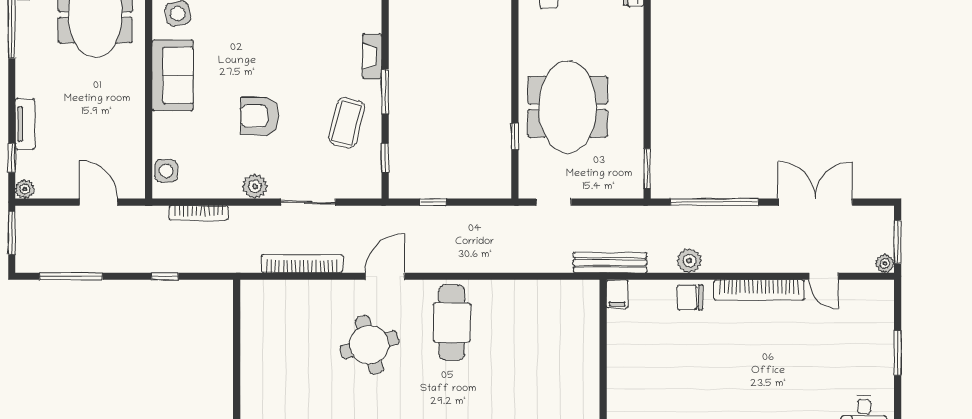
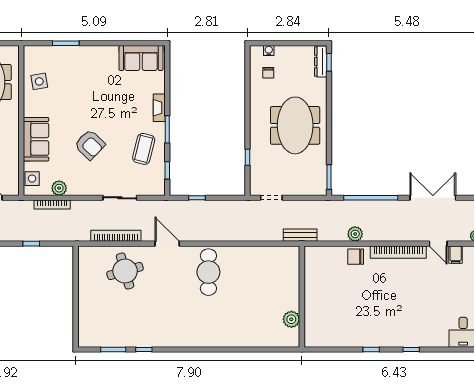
sofa: (173, 75) -> (36, 139), moved
meeting table: (568, 107) -> (295, 125), moved
armchair: (260, 116) -> (90, 145), turned -136
plant: (255, 186) -> (59, 188), moved
bench: (610, 263) -> (300, 235), width x0.73
door: (385, 276) -> (167, 244), hinge flipped
filing cabinet: (617, 294) -> (456, 255), moved
round table: (369, 345) -> (125, 271), moved
plant: (586, 399) -> (291, 319), added

